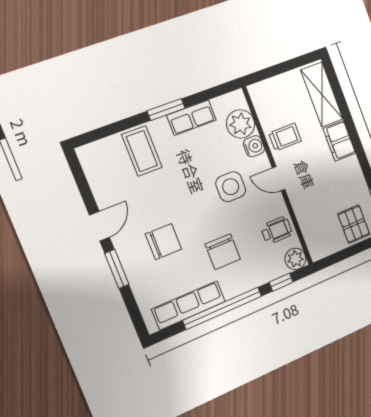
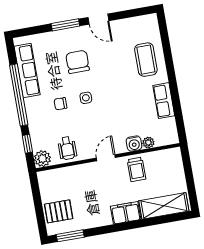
window: (166, 110) -> (173, 83), removed
plant: (241, 124) -> (148, 143), width x0.53, depth x0.53
coffee table: (142, 151) -> (146, 60), turned 90
side table: (231, 187) -> (86, 98), moved, width x0.54, depth x0.54
chair: (164, 242) -> (78, 62), turned 180
chair: (223, 252) -> (60, 104), width x0.54, depth x0.54

